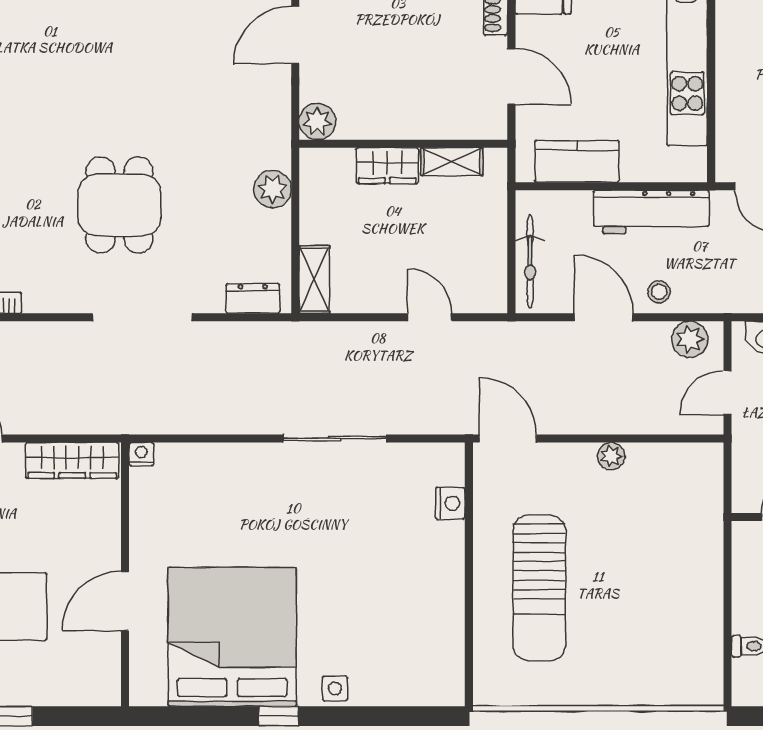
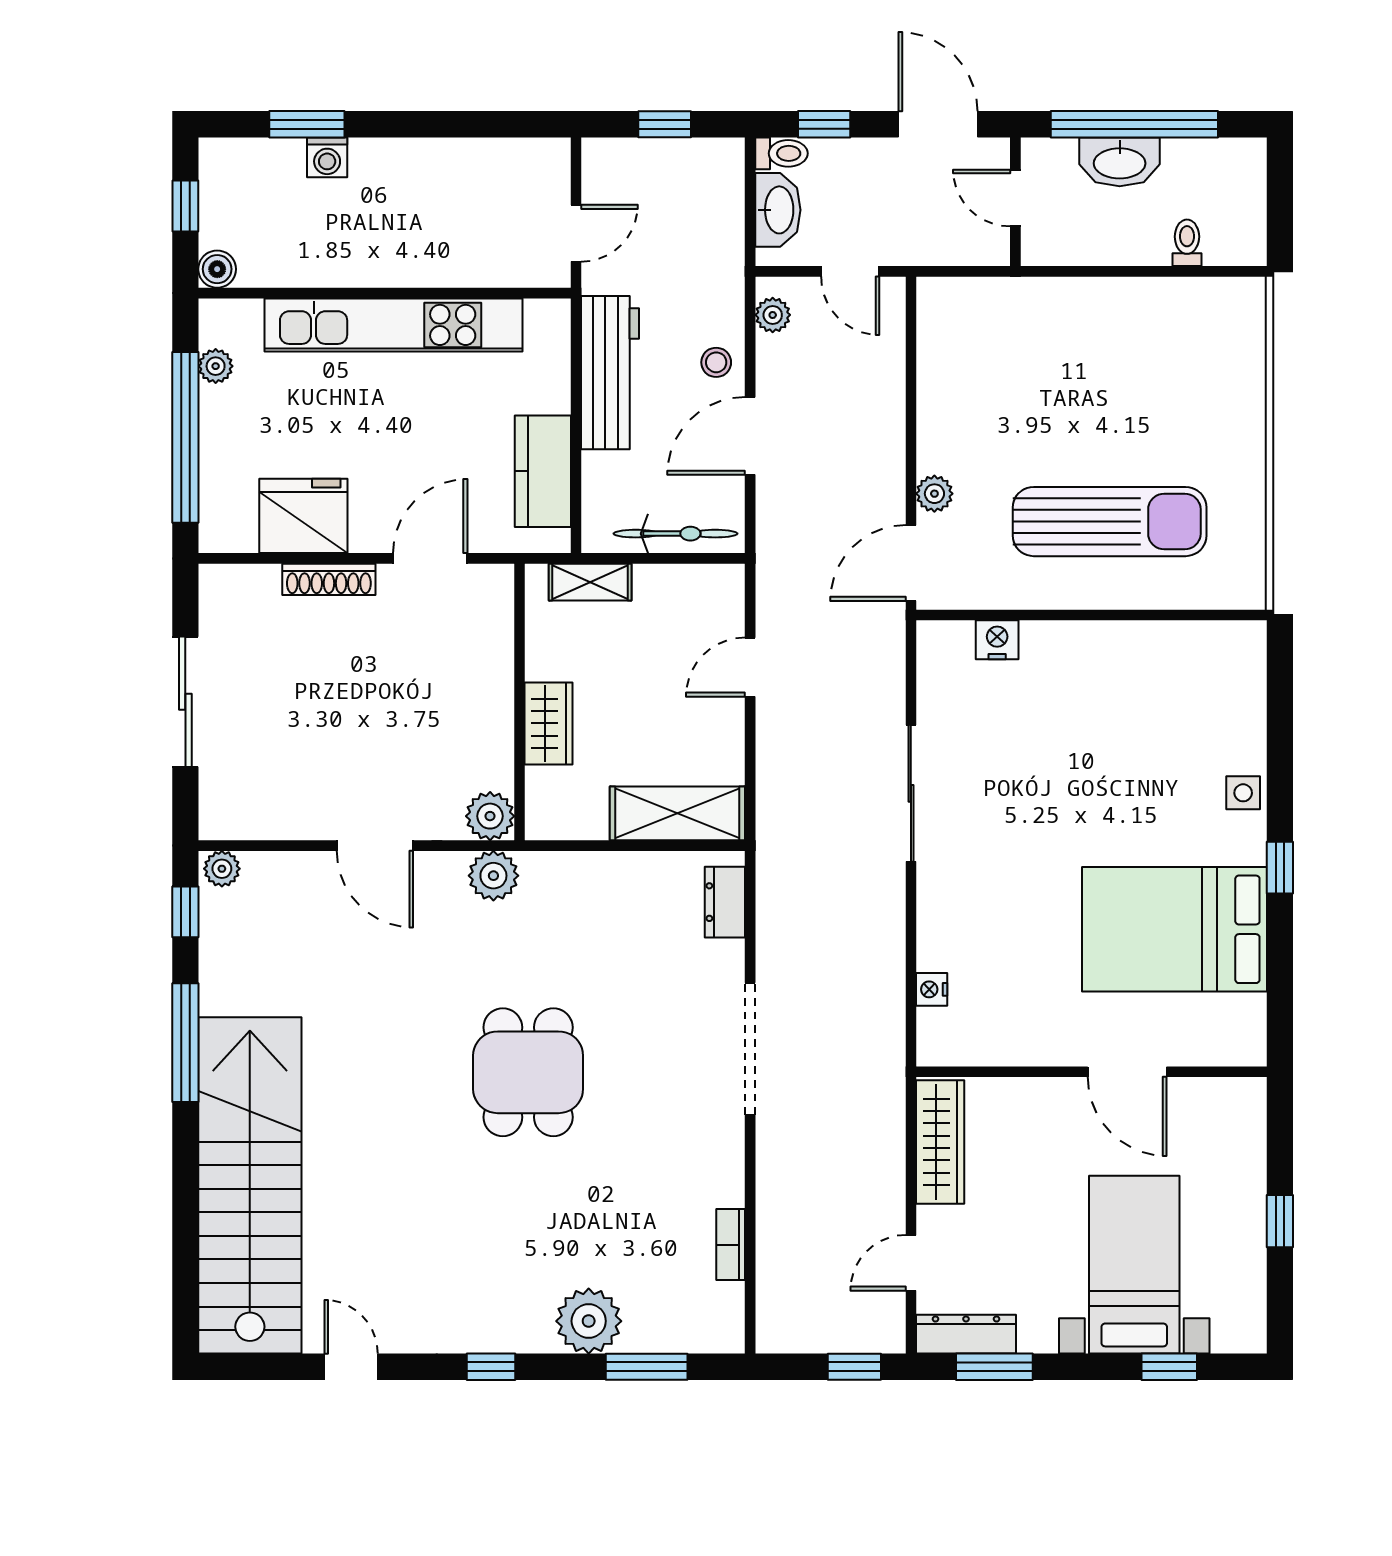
shelving: (452, 162) -> (590, 582), moved, turned 90
plant: (273, 189) -> (493, 876), moved
dining table: (119, 205) -> (528, 1072), moved, turned 90
shelving: (314, 279) -> (677, 813), width x1.50, depth x1.33
plant: (690, 339) -> (773, 315), width x0.73, depth x0.73
nightstand: (141, 454) -> (932, 989), moved
plant: (611, 456) -> (934, 494), moved
bed: (232, 637) -> (1175, 929), width x0.73

